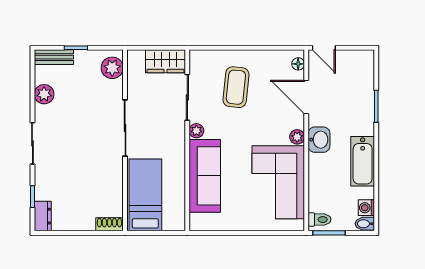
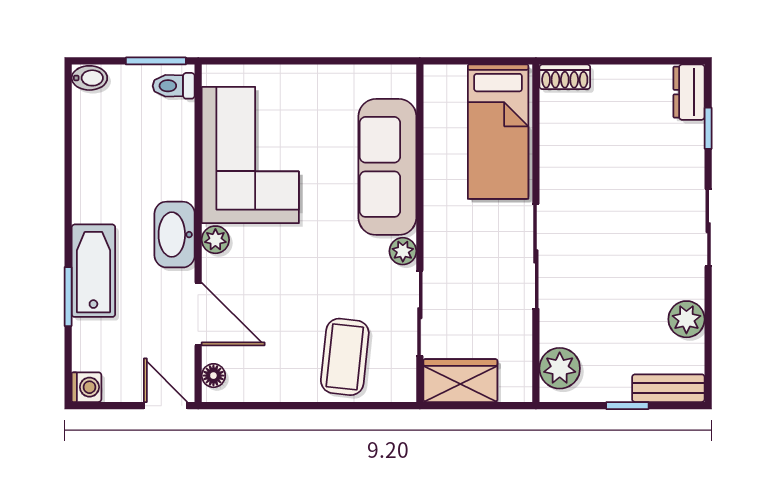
coffee table: (236, 87) -> (345, 357), moved
washbasin: (319, 140) -> (175, 235), width x1.38
bathtub: (363, 161) -> (93, 271), moved
washing machine: (366, 208) -> (87, 387), moved

